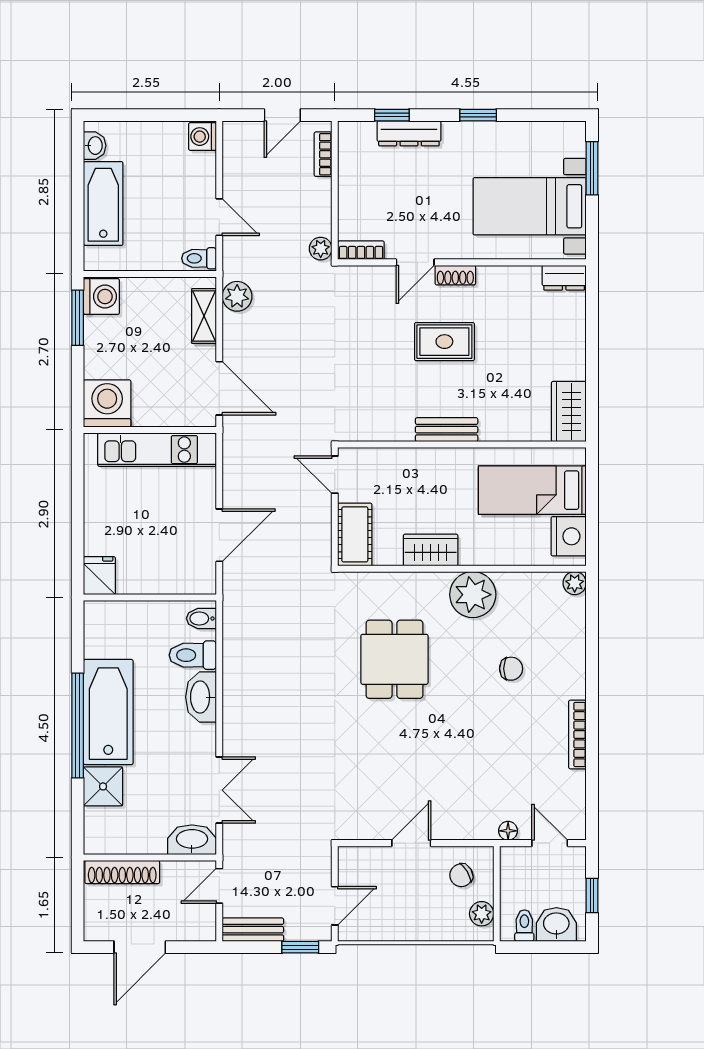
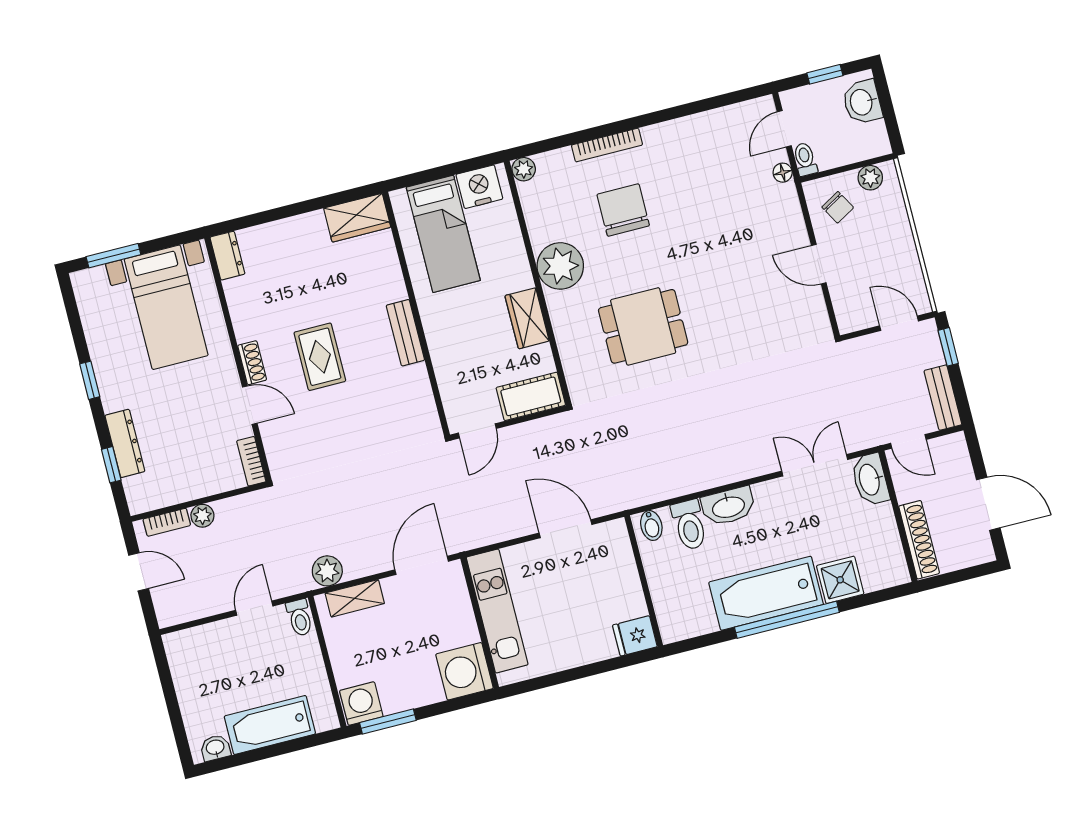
washing machine: (203, 137) -> (180, 645), removed
plant: (321, 249) -> (202, 516), moved
chair: (511, 669) -> (623, 210), width x1.87, depth x1.87
bookcase: (577, 735) -> (607, 145), moved
toilet: (524, 926) -> (805, 159), moved, turned 90

